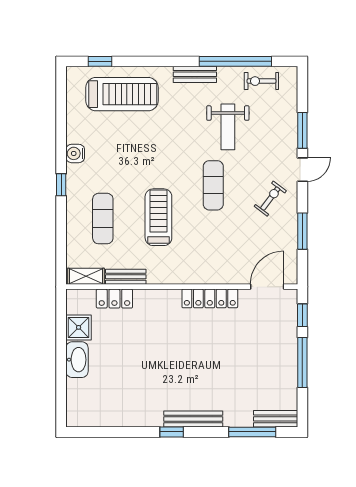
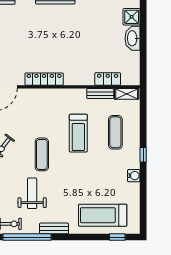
shower: (79, 327) -> (132, 17), moved

